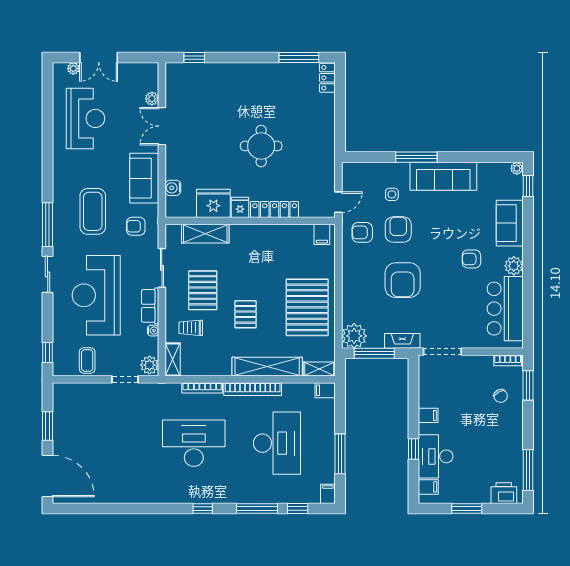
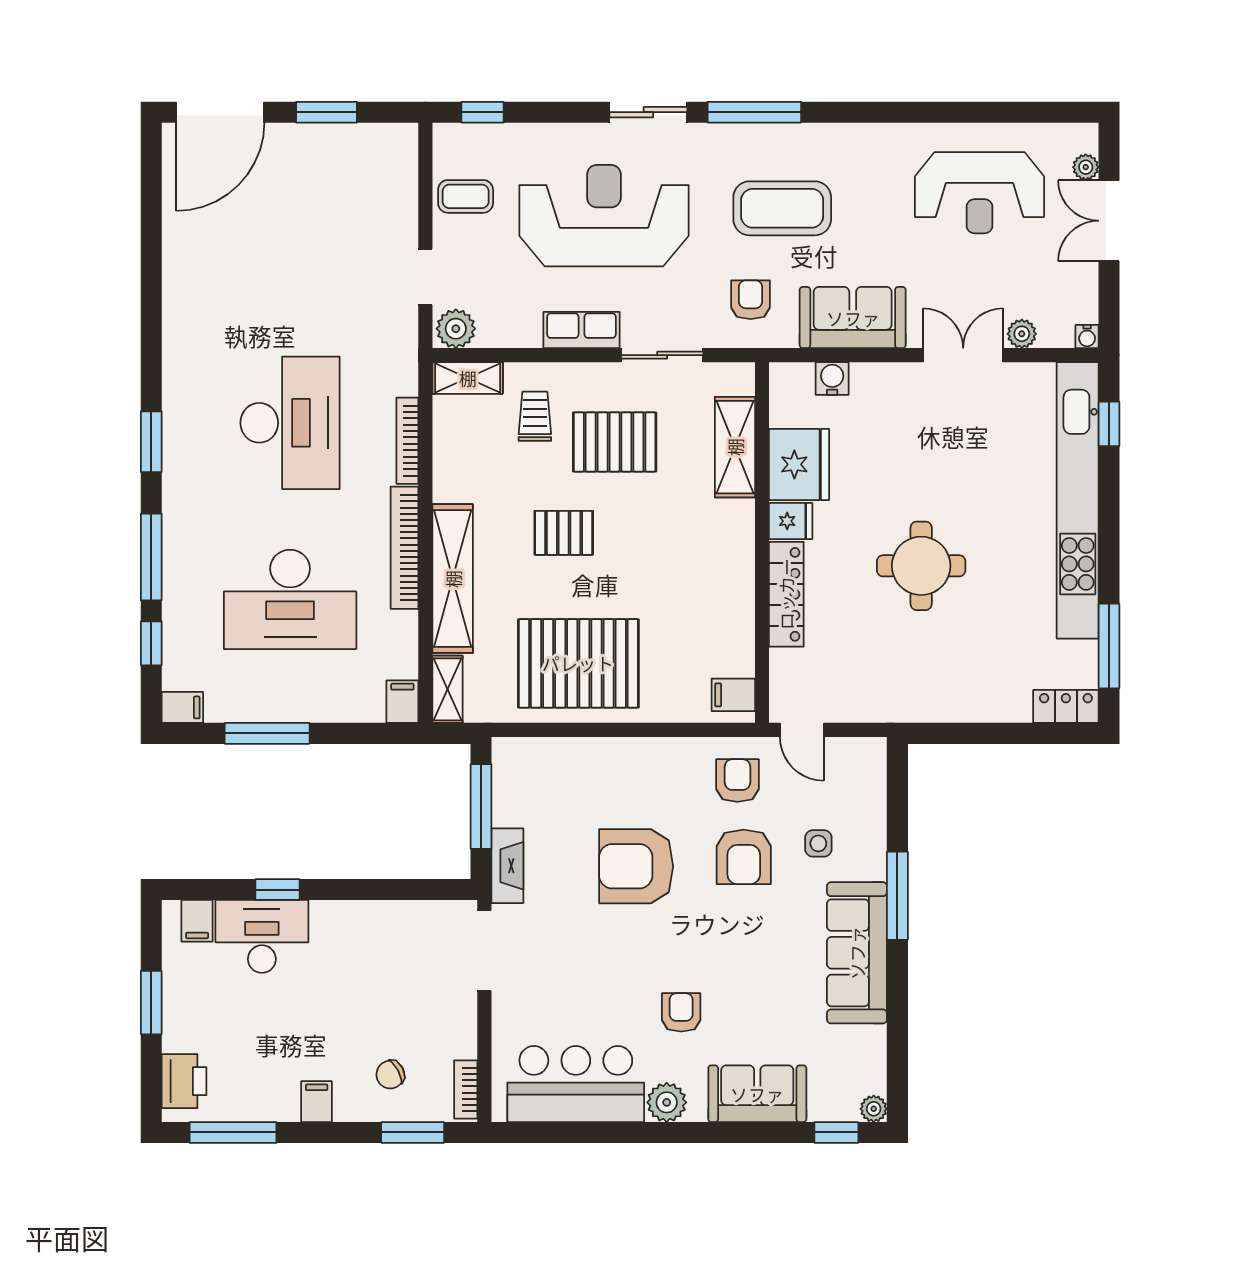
kitchen unit: (230, 72) -> (1078, 500), added
armchair: (398, 230) -> (744, 857), turned 90
water cooler: (153, 331) -> (1087, 337), moved
plant: (354, 336) -> (518, 763), removed
filing cabinet: (428, 415) -> (317, 1102), moved, turned 180
window: (203, 508) -> (151, 442), width x1.50

